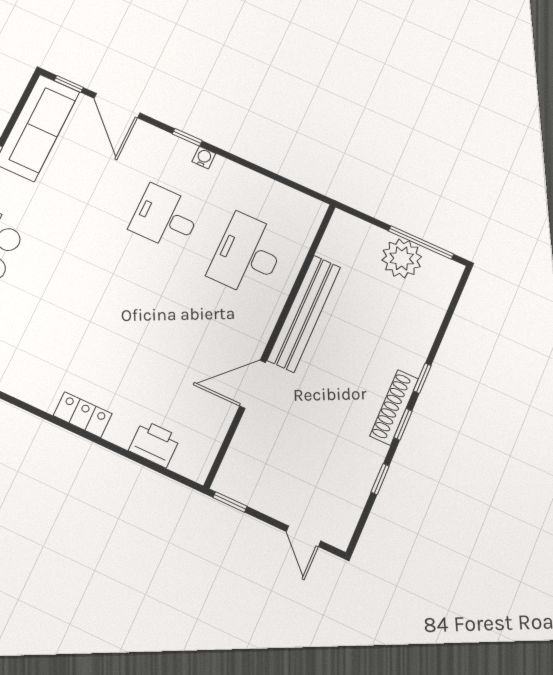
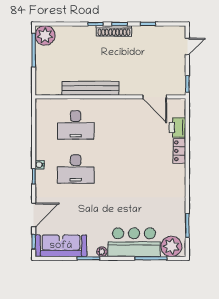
desk: (165, 218) -> (76, 169), width x1.37
plant: (402, 258) -> (45, 35), moved
door: (253, 384) -> (155, 97), moved
locker: (83, 415) -> (179, 151), moved

